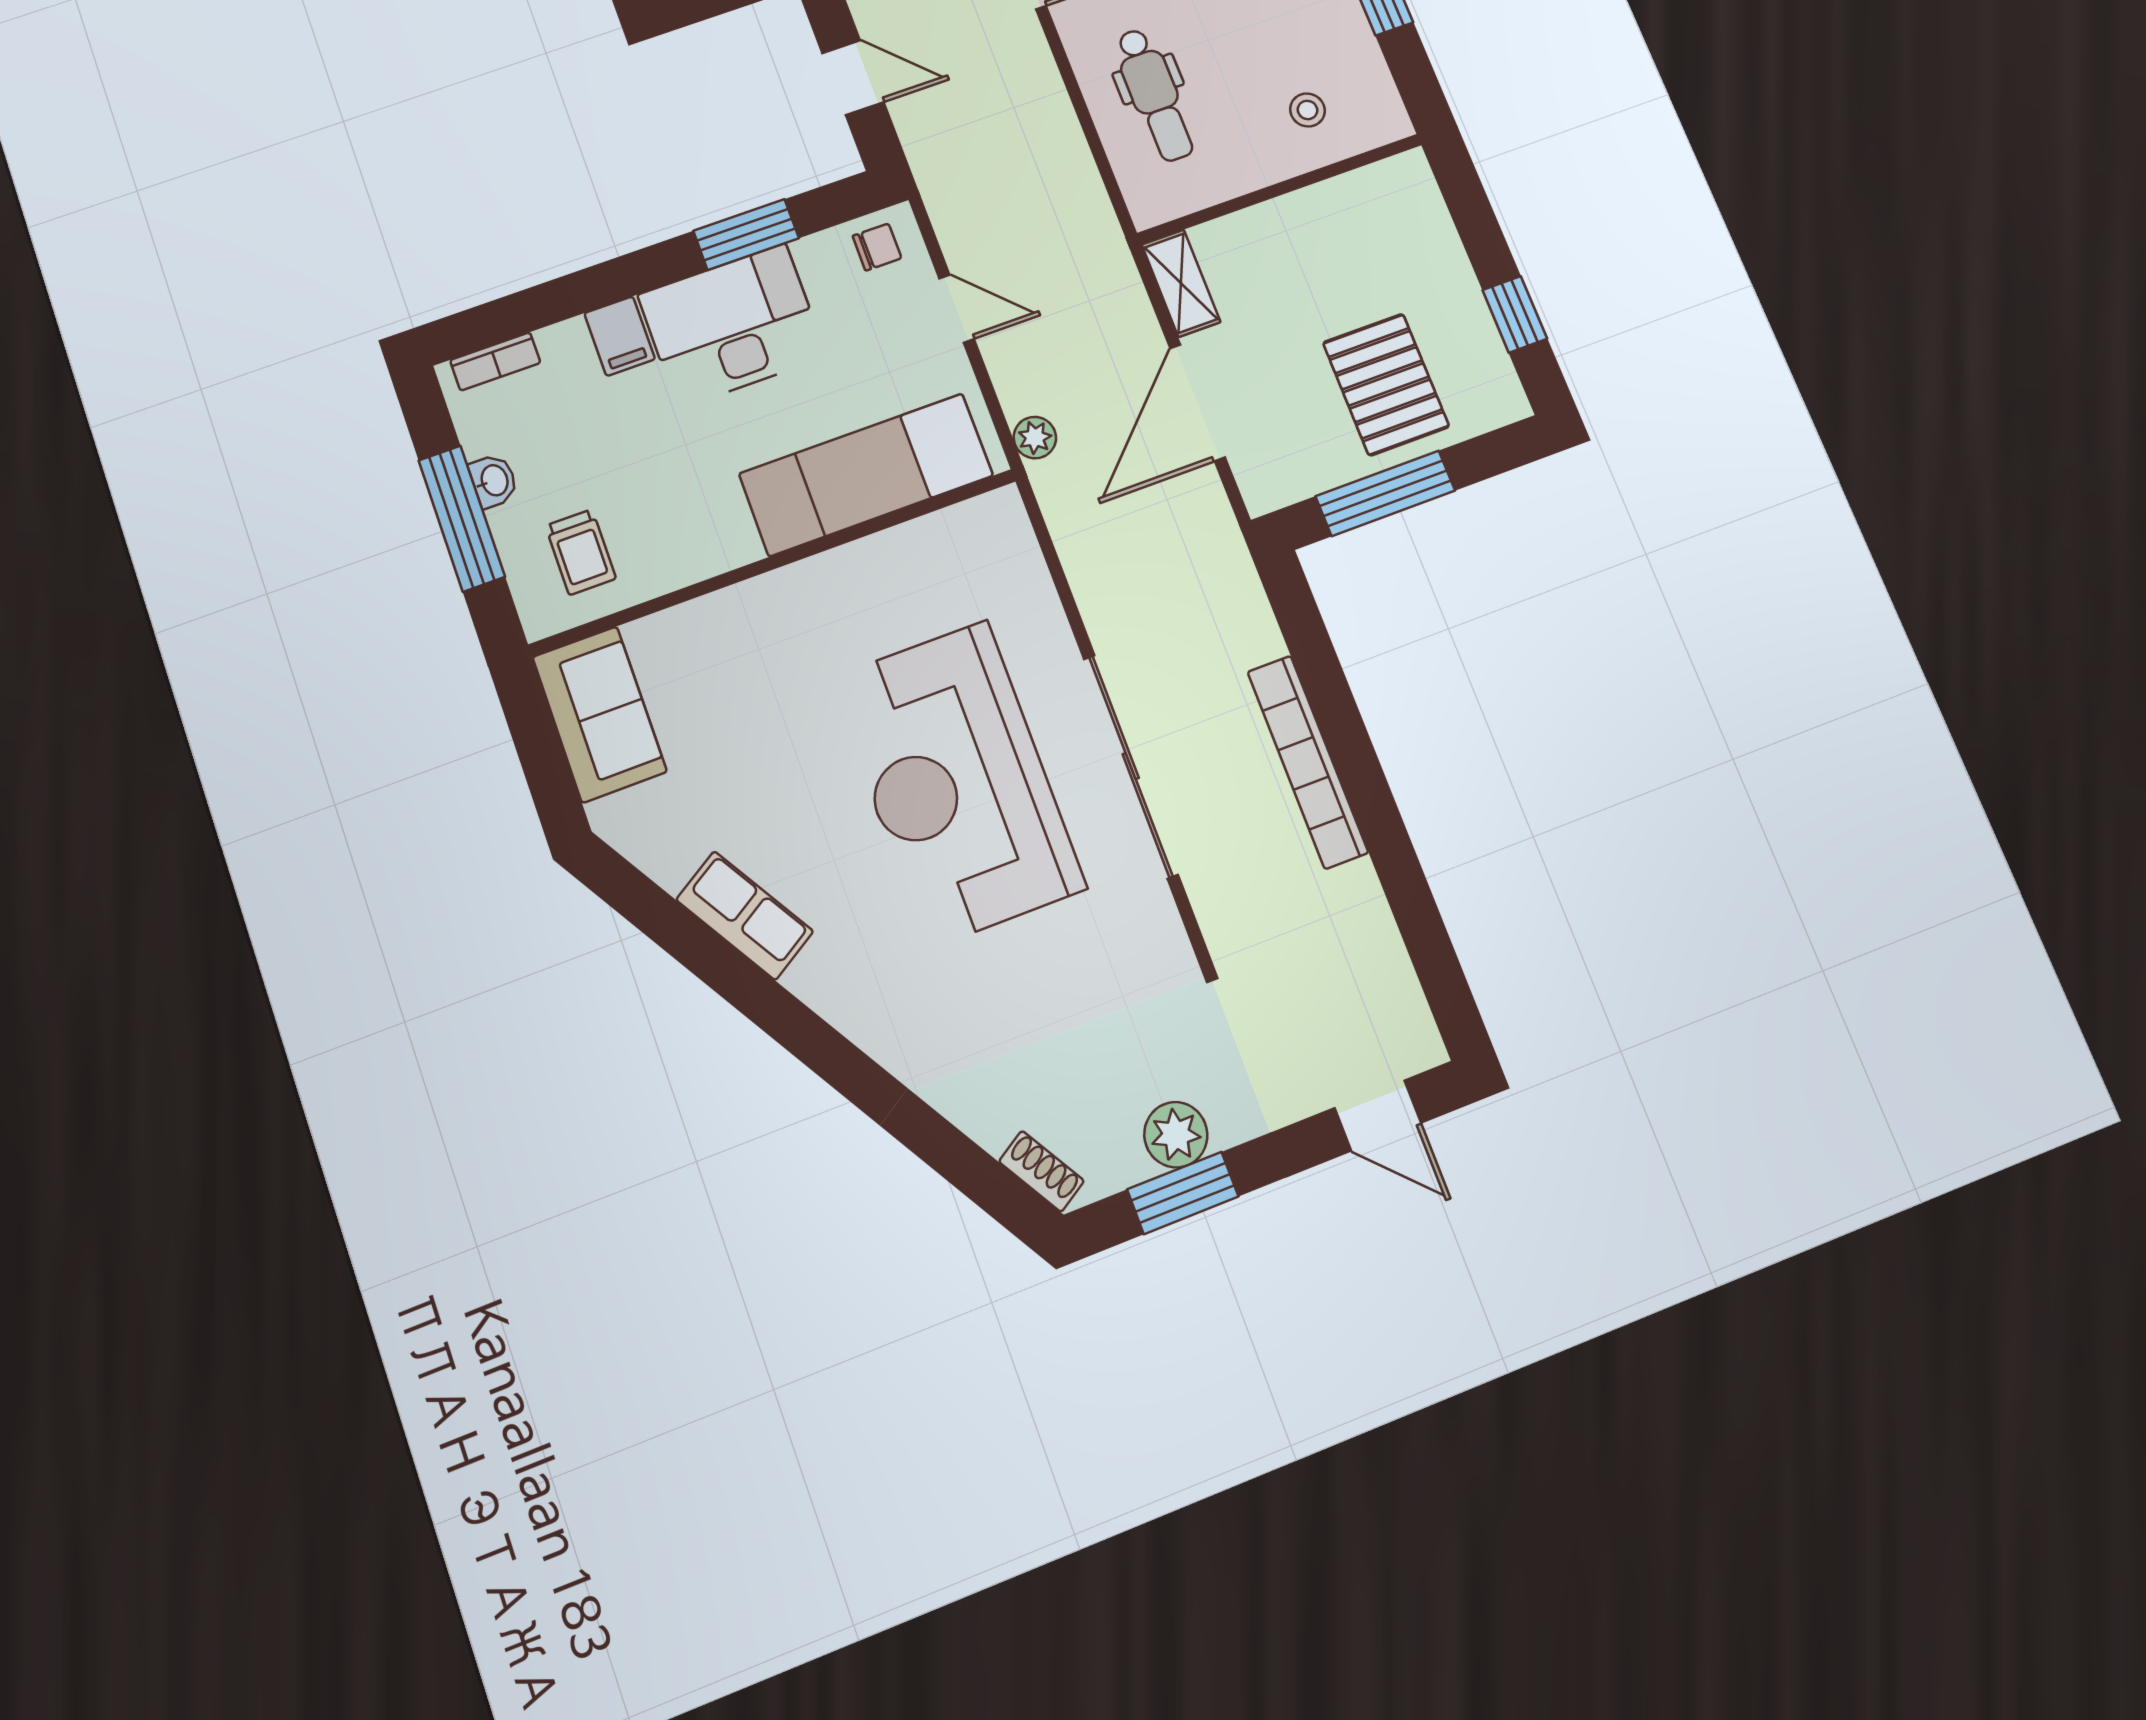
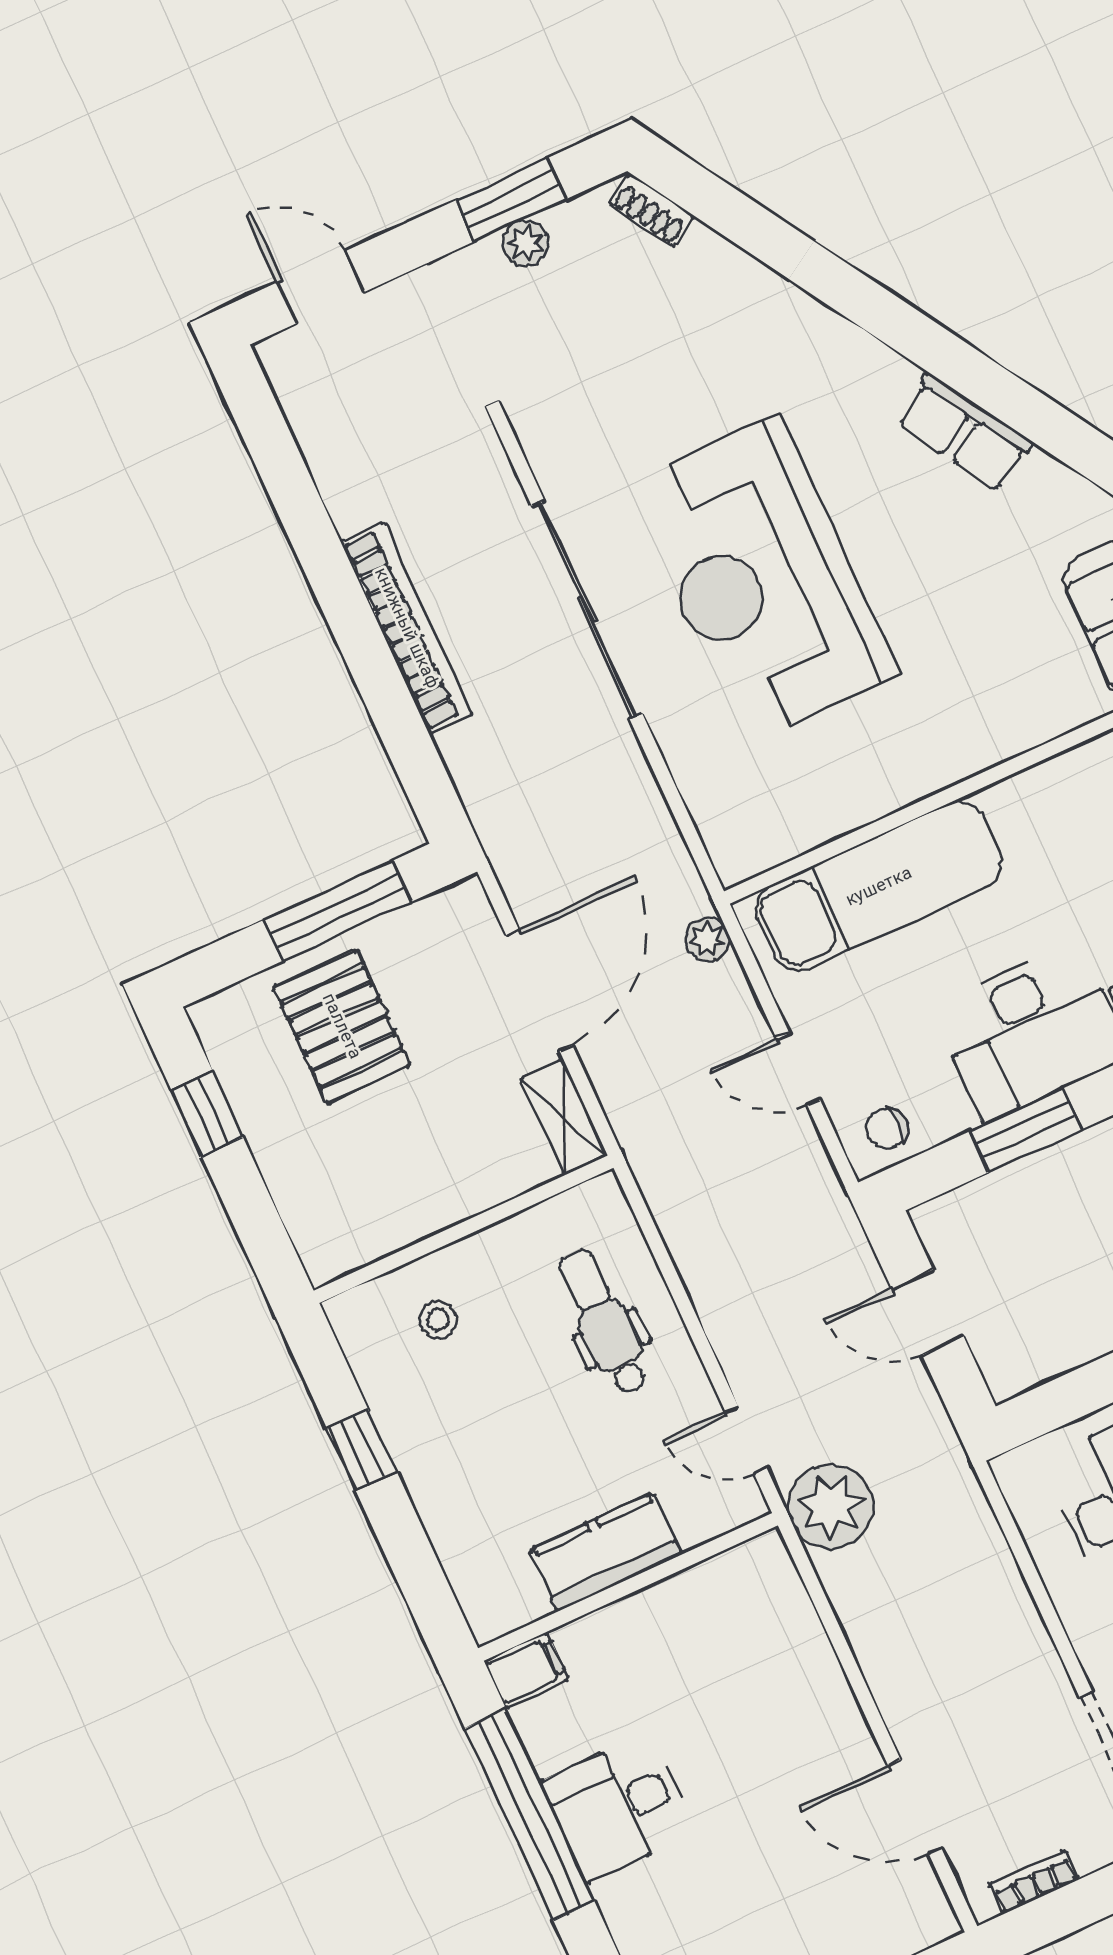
reception desk: (958, 783) -> (762, 579), turned 180
plant: (1176, 1135) -> (525, 243), width x0.73, depth x0.73

